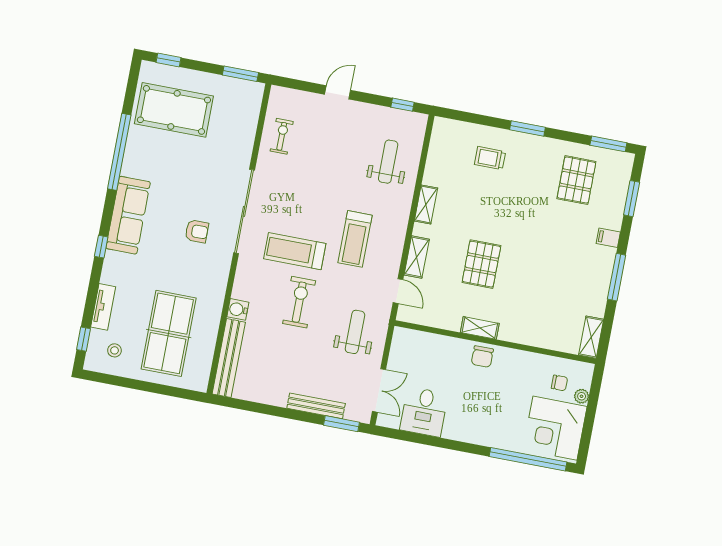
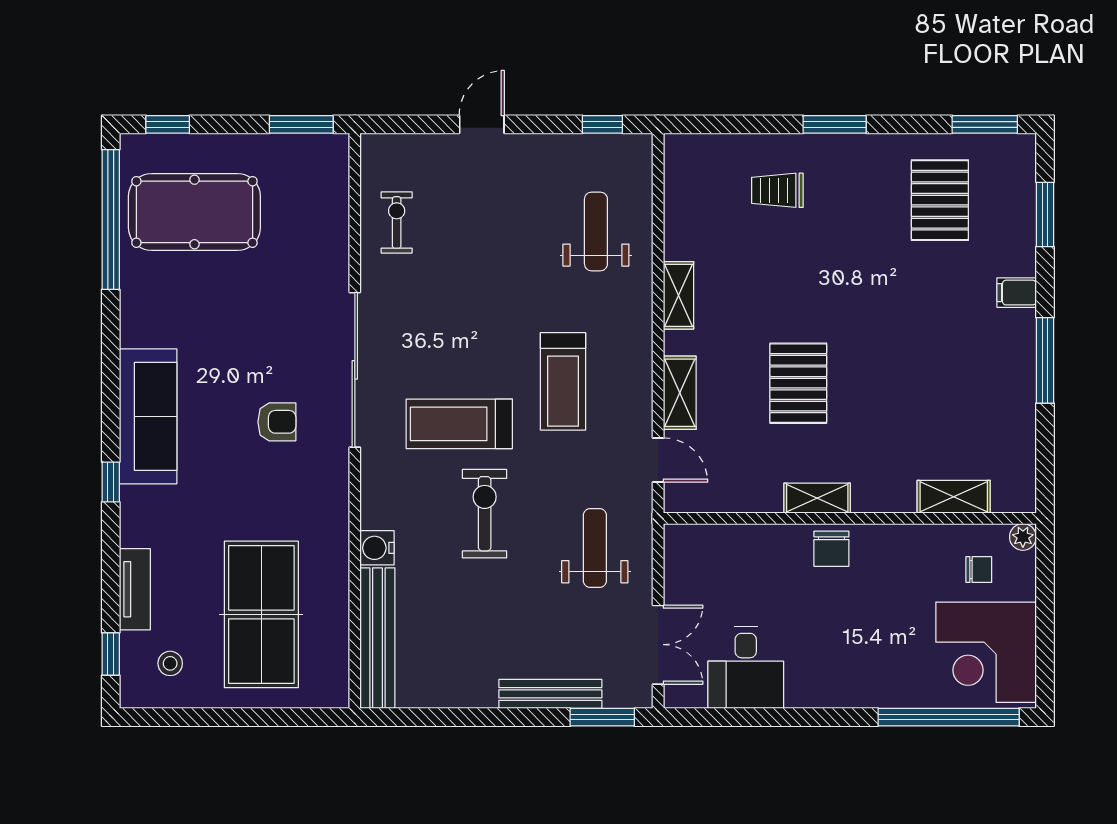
window: (119, 152) -> (111, 220), moved
shelving: (591, 337) -> (954, 497), moved, turned 90
plant: (582, 396) -> (1023, 537), moved

